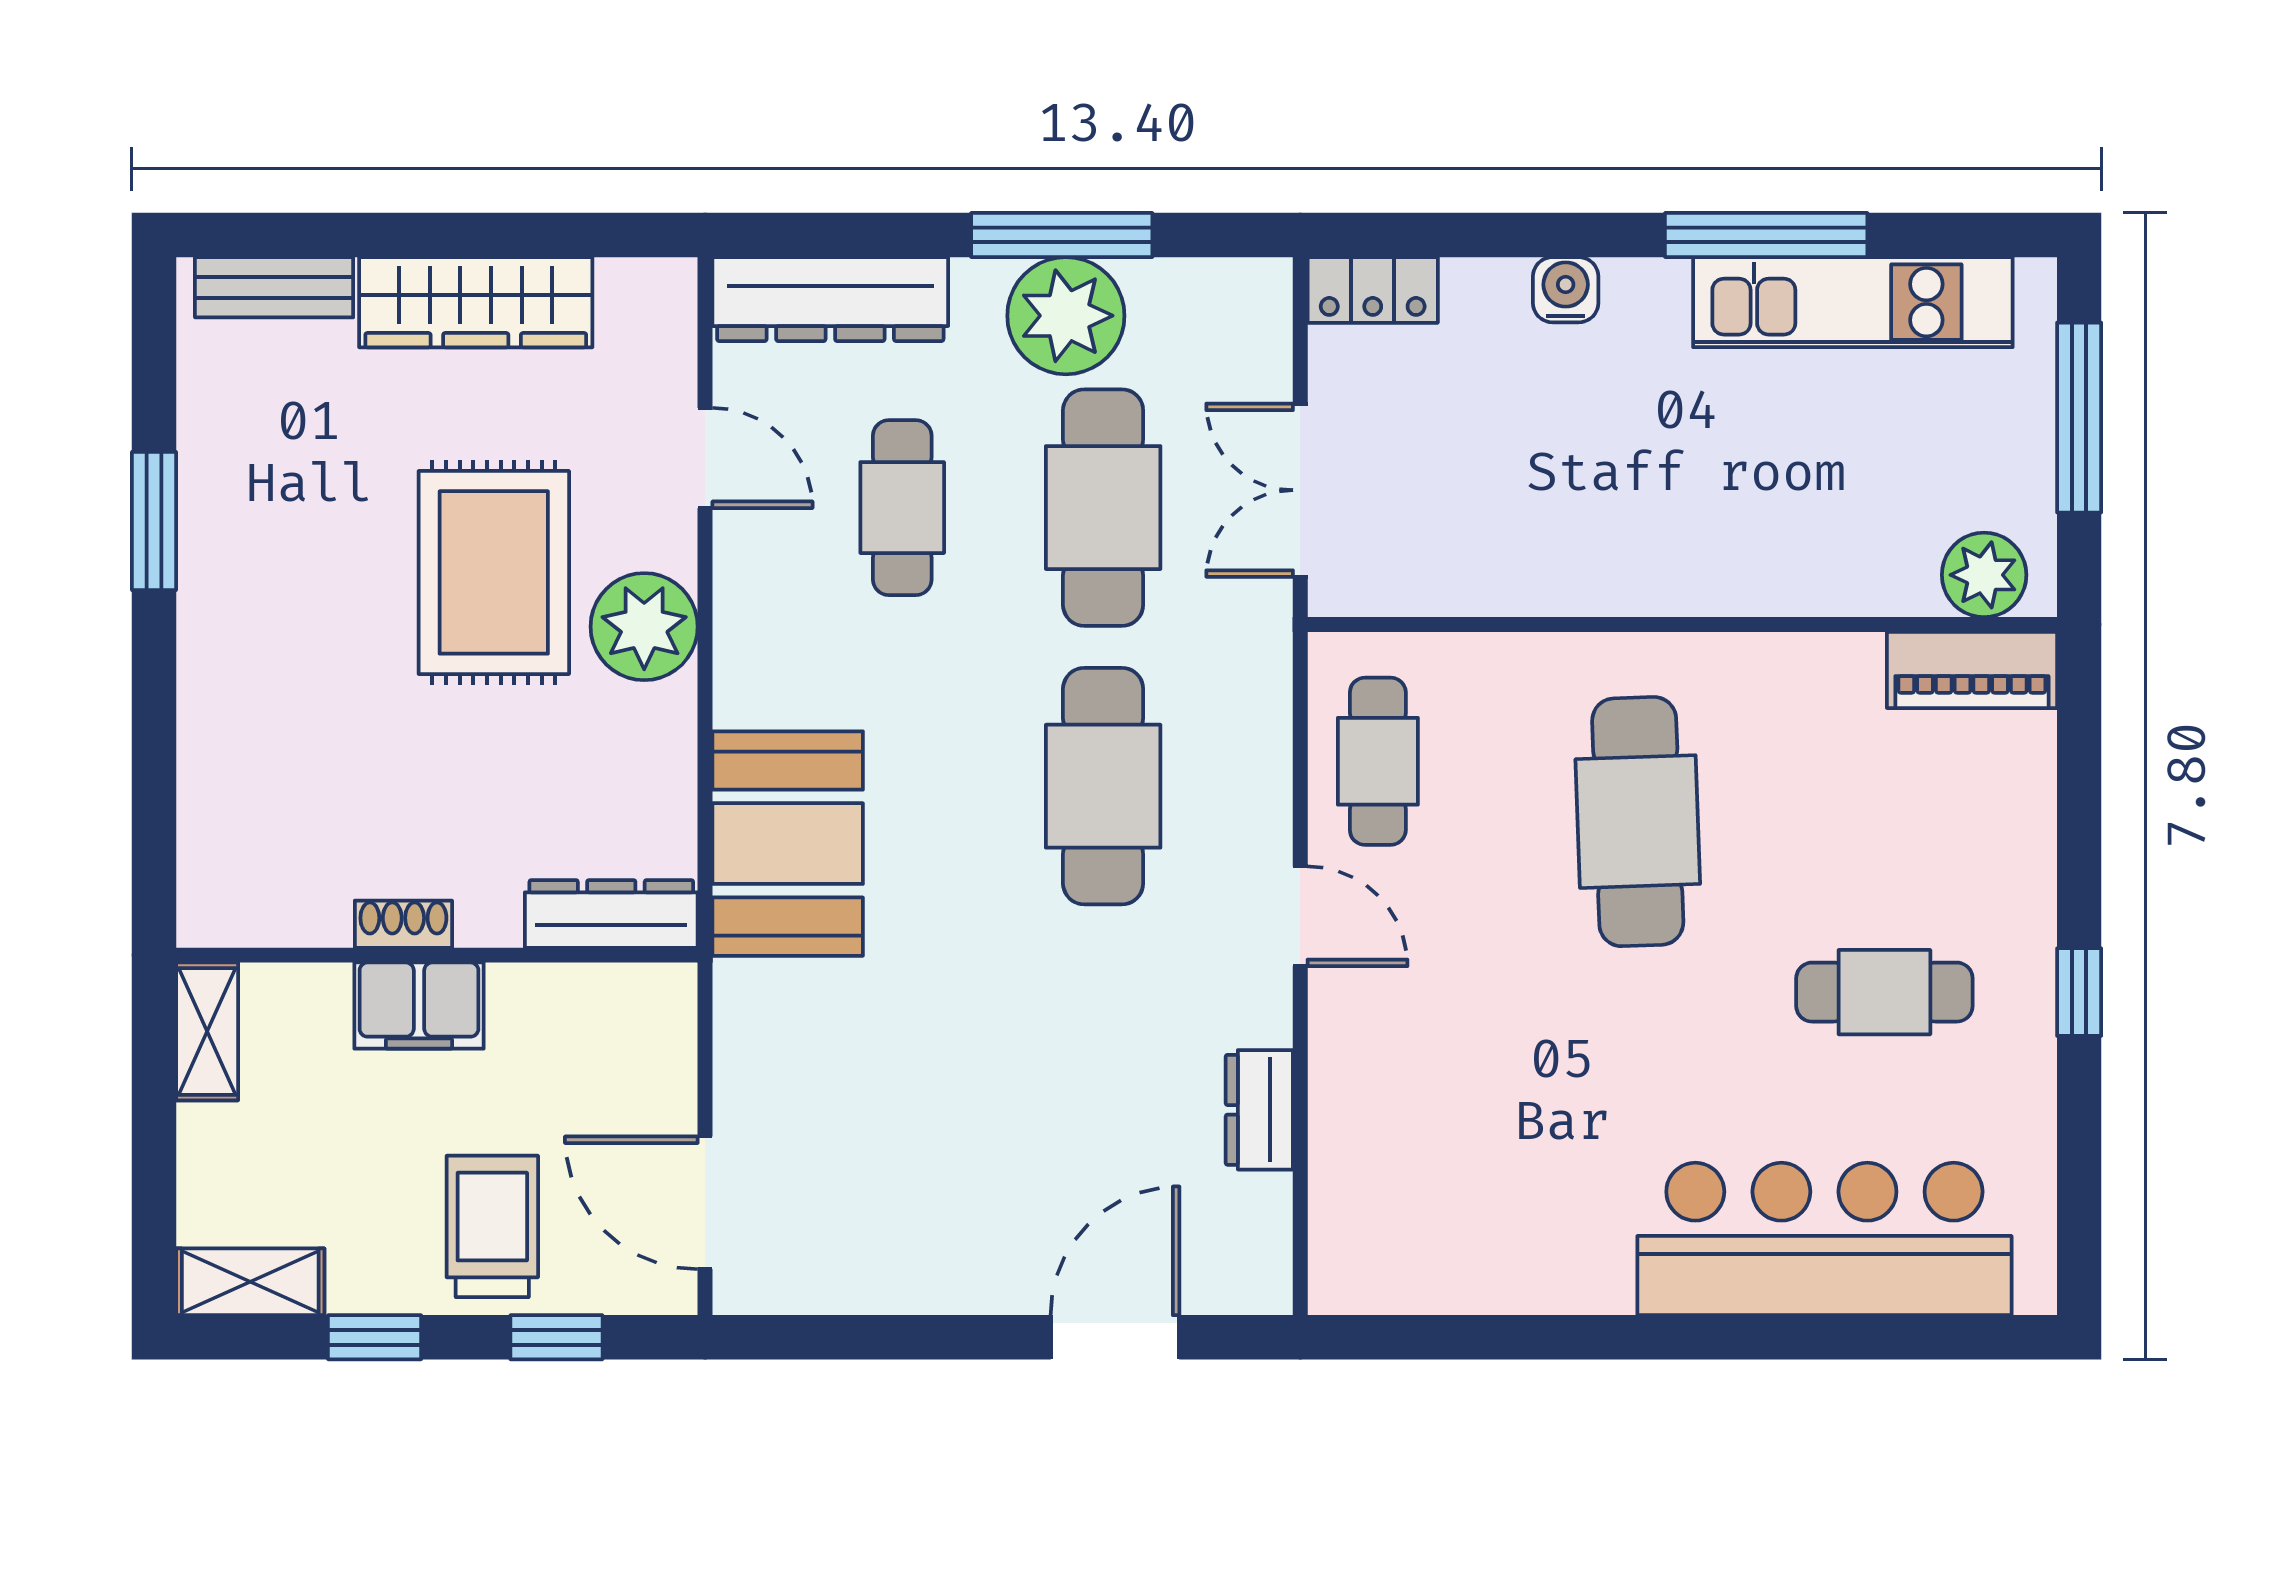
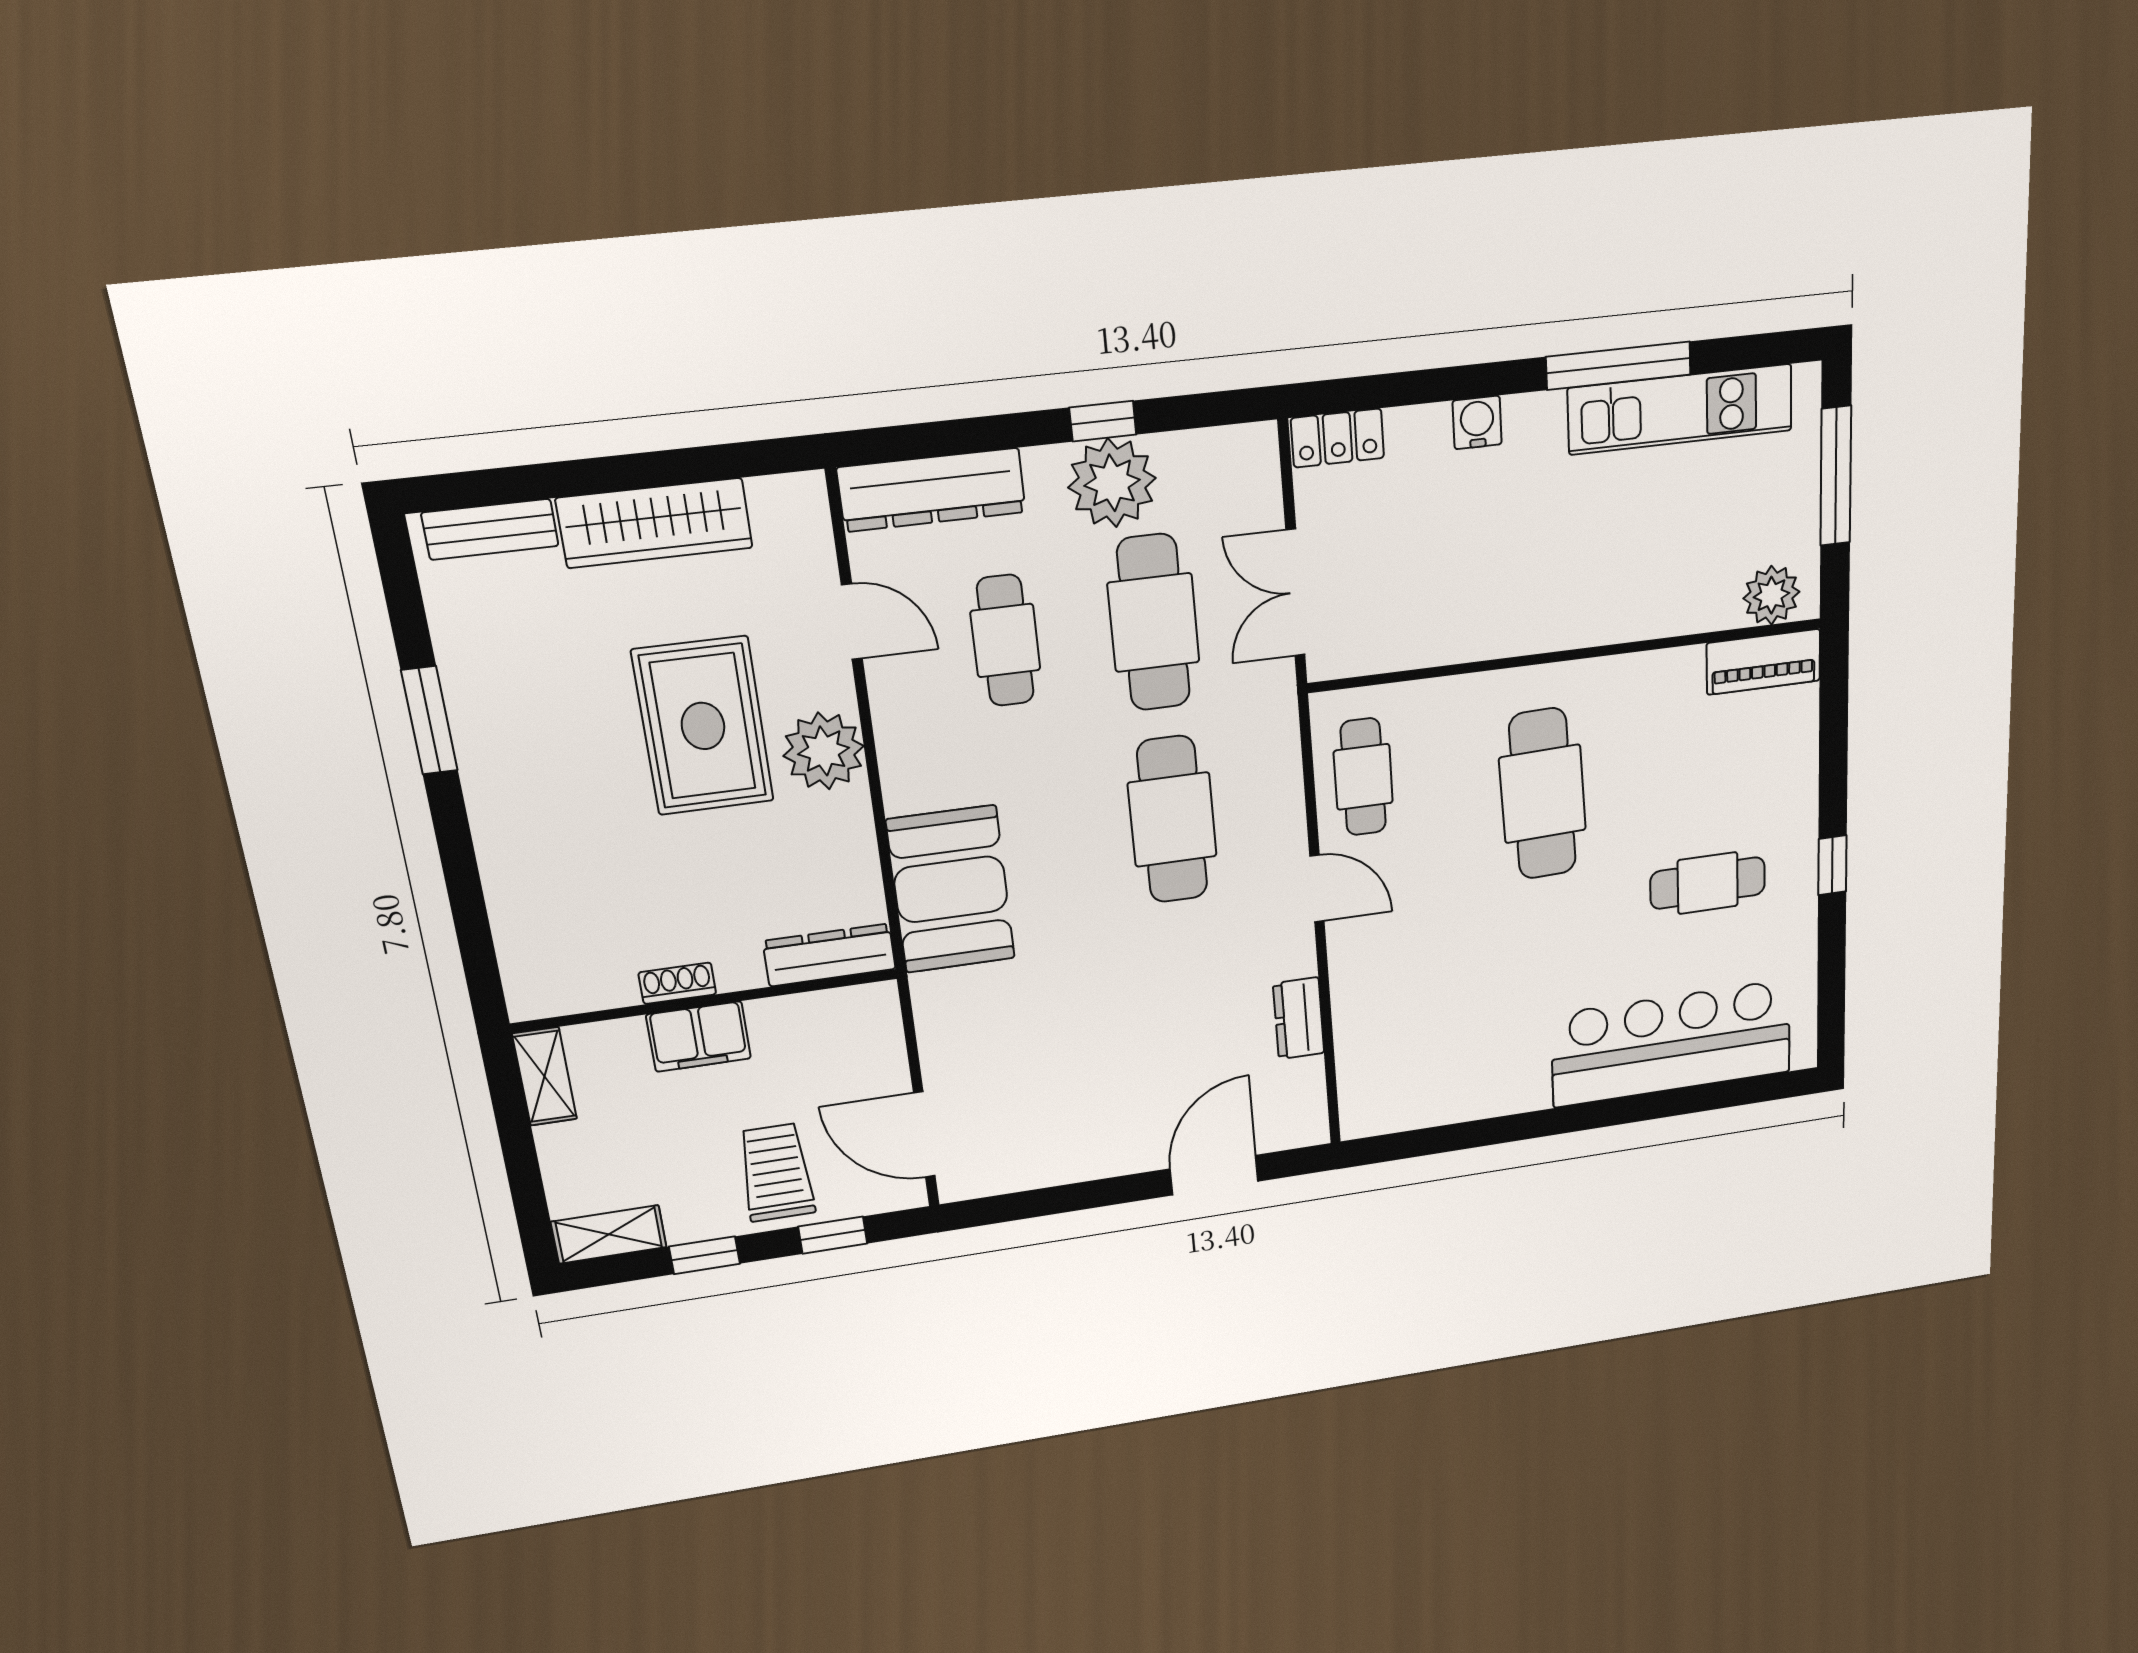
window: (1062, 235) -> (1103, 421), width x0.46

